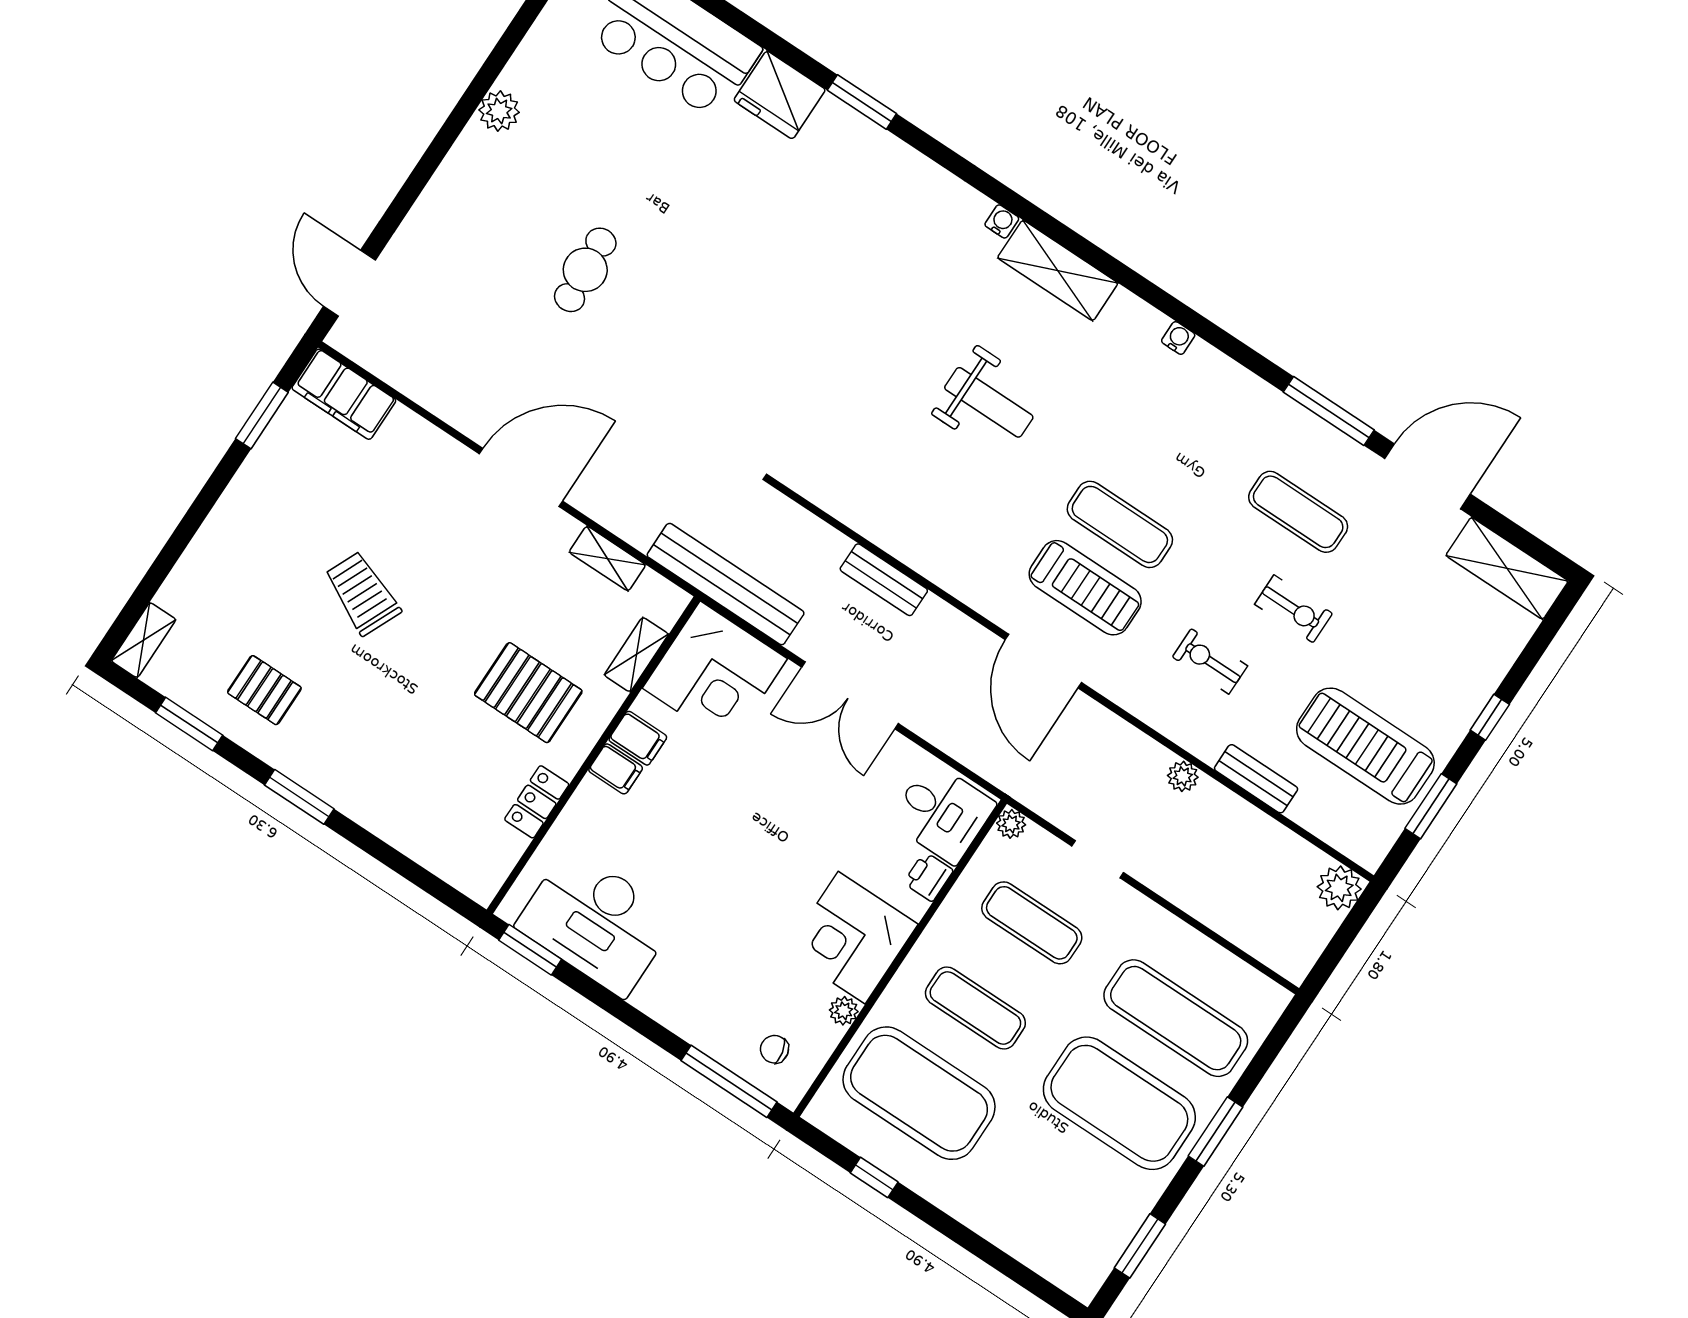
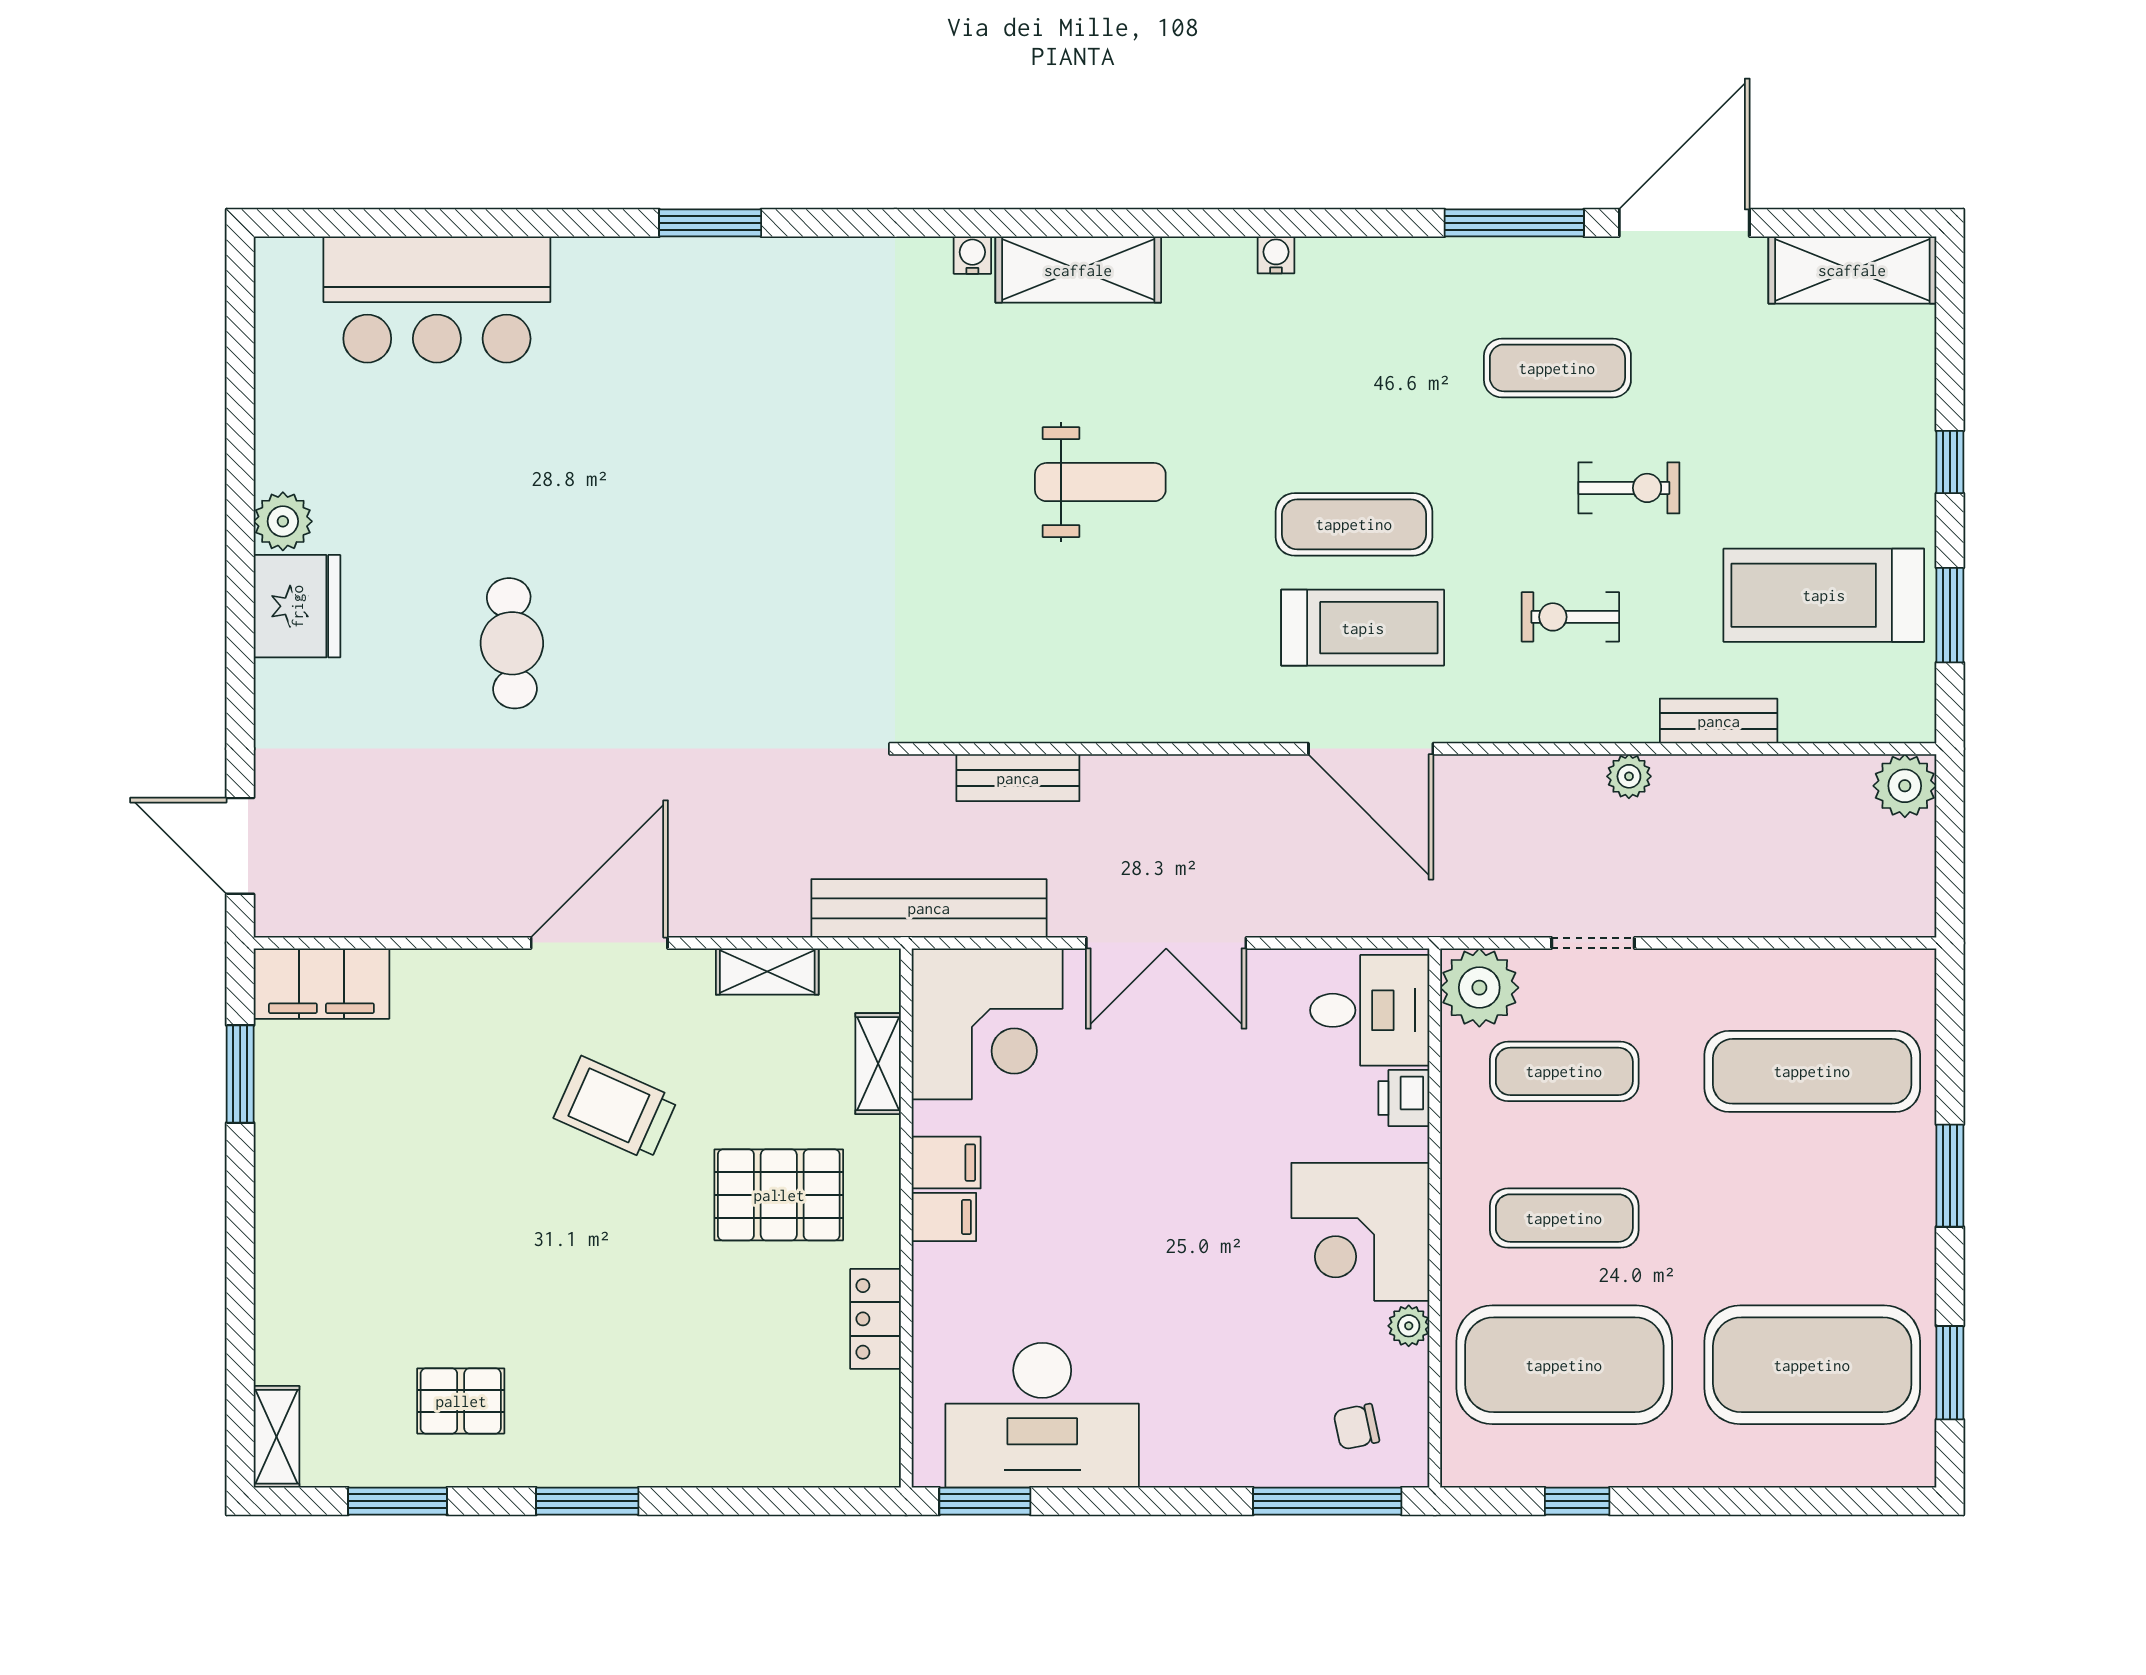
fridge: (780, 95) -> (297, 606), moved, turned -90
bench: (884, 580) -> (1018, 778), moved
trolley: (362, 593) -> (616, 1108), moved
plant: (1011, 824) -> (1479, 988), width x1.88, depth x1.88
exercise mat: (1119, 1103) -> (1812, 1365), moved

